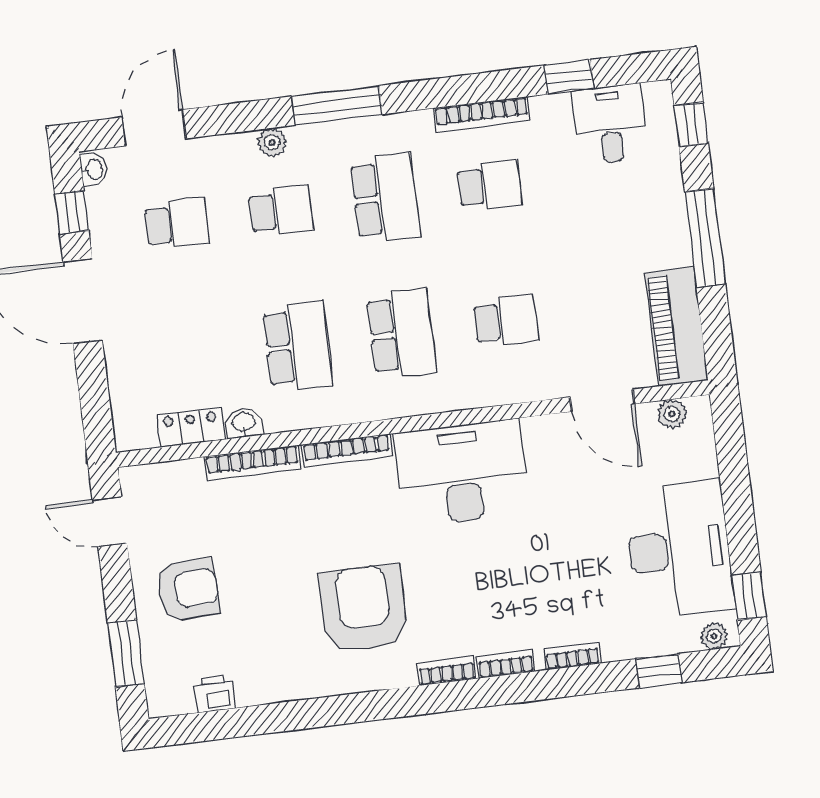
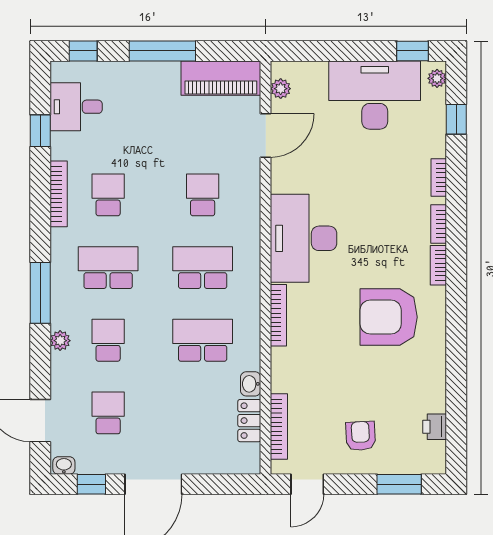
bookcase: (253, 463) -> (279, 427), moved
armchair: (188, 589) -> (361, 436), width x0.72, depth x0.72

